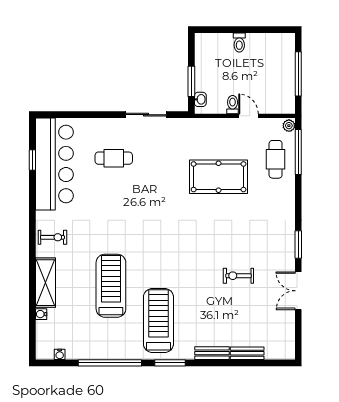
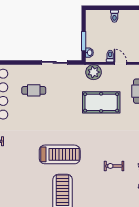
plant: (207, 130) -> (94, 72), added
treadmill: (111, 286) -> (60, 154), moved, turned 90

